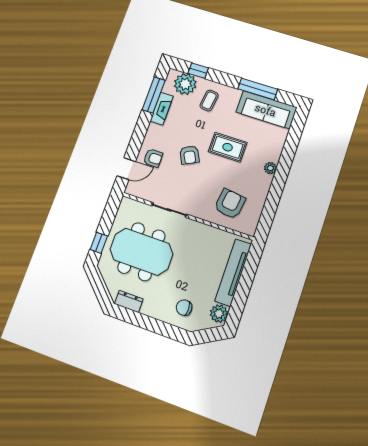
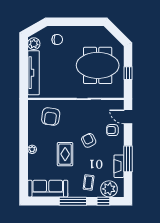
window: (258, 89) -> (73, 201), moved
window: (154, 95) -> (128, 159), moved
rug: (228, 147) -> (65, 154), turned 90
door: (126, 169) -> (128, 117), hinge flipped
window: (99, 243) -> (128, 73), moved
dresser: (129, 301) -> (94, 31), removed

